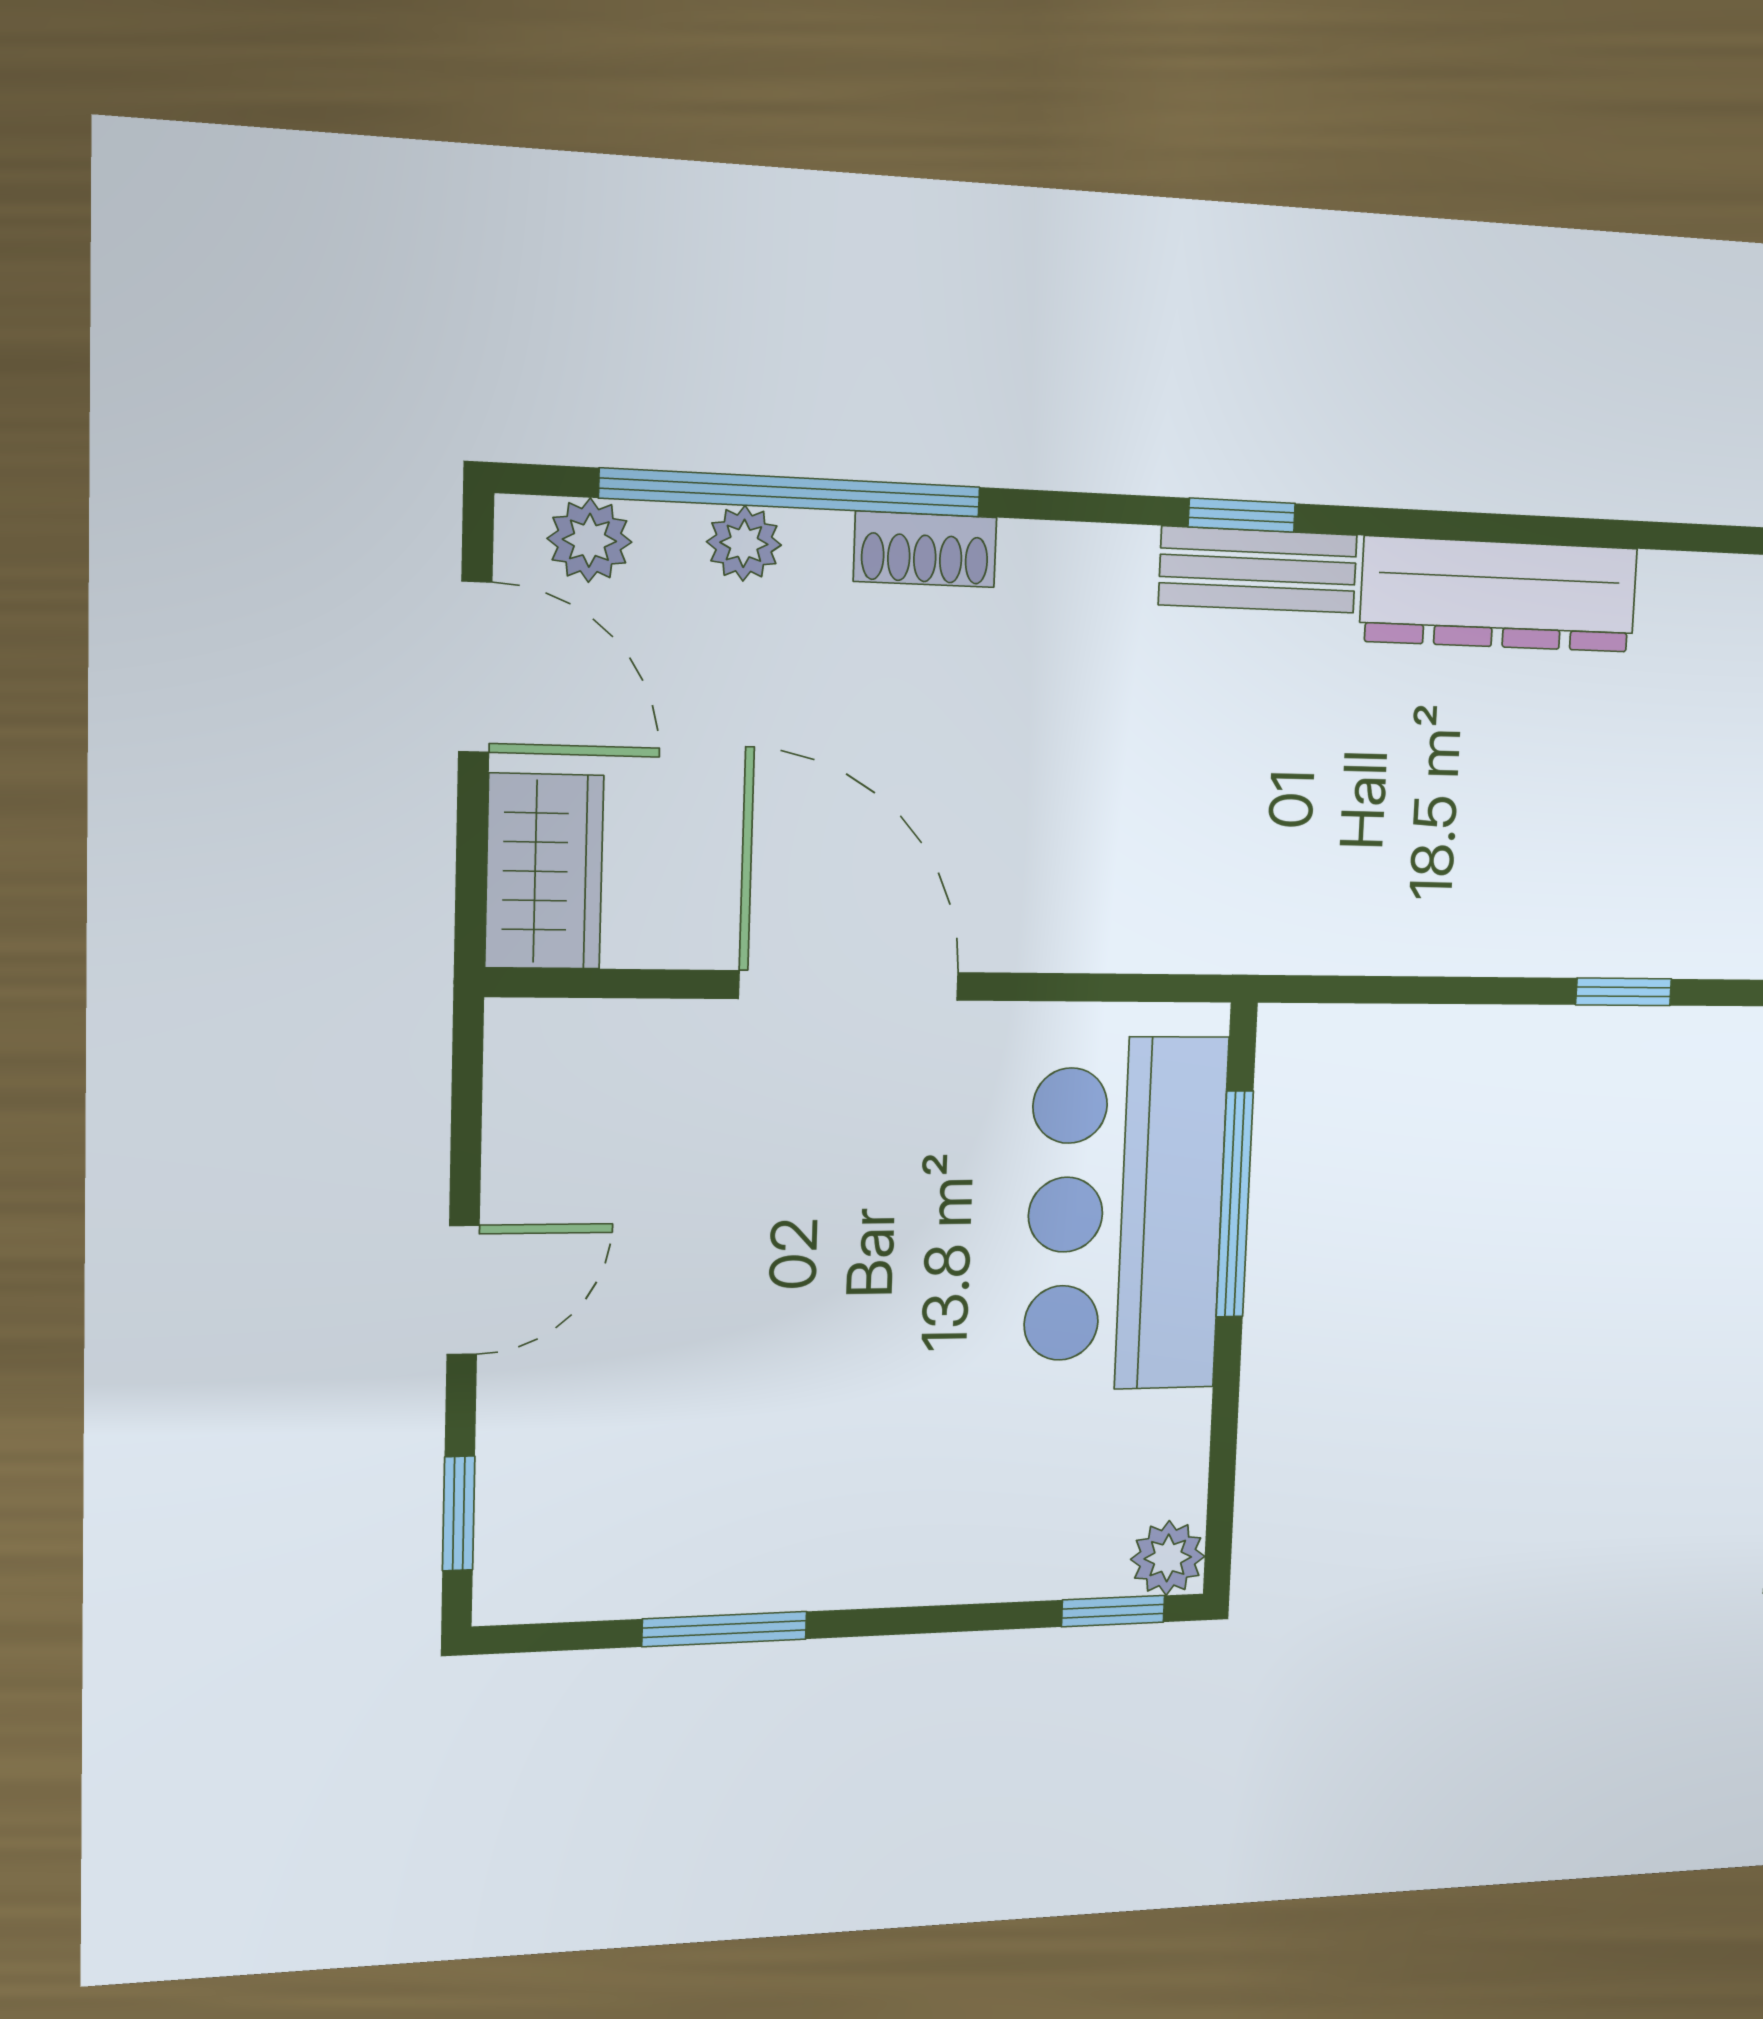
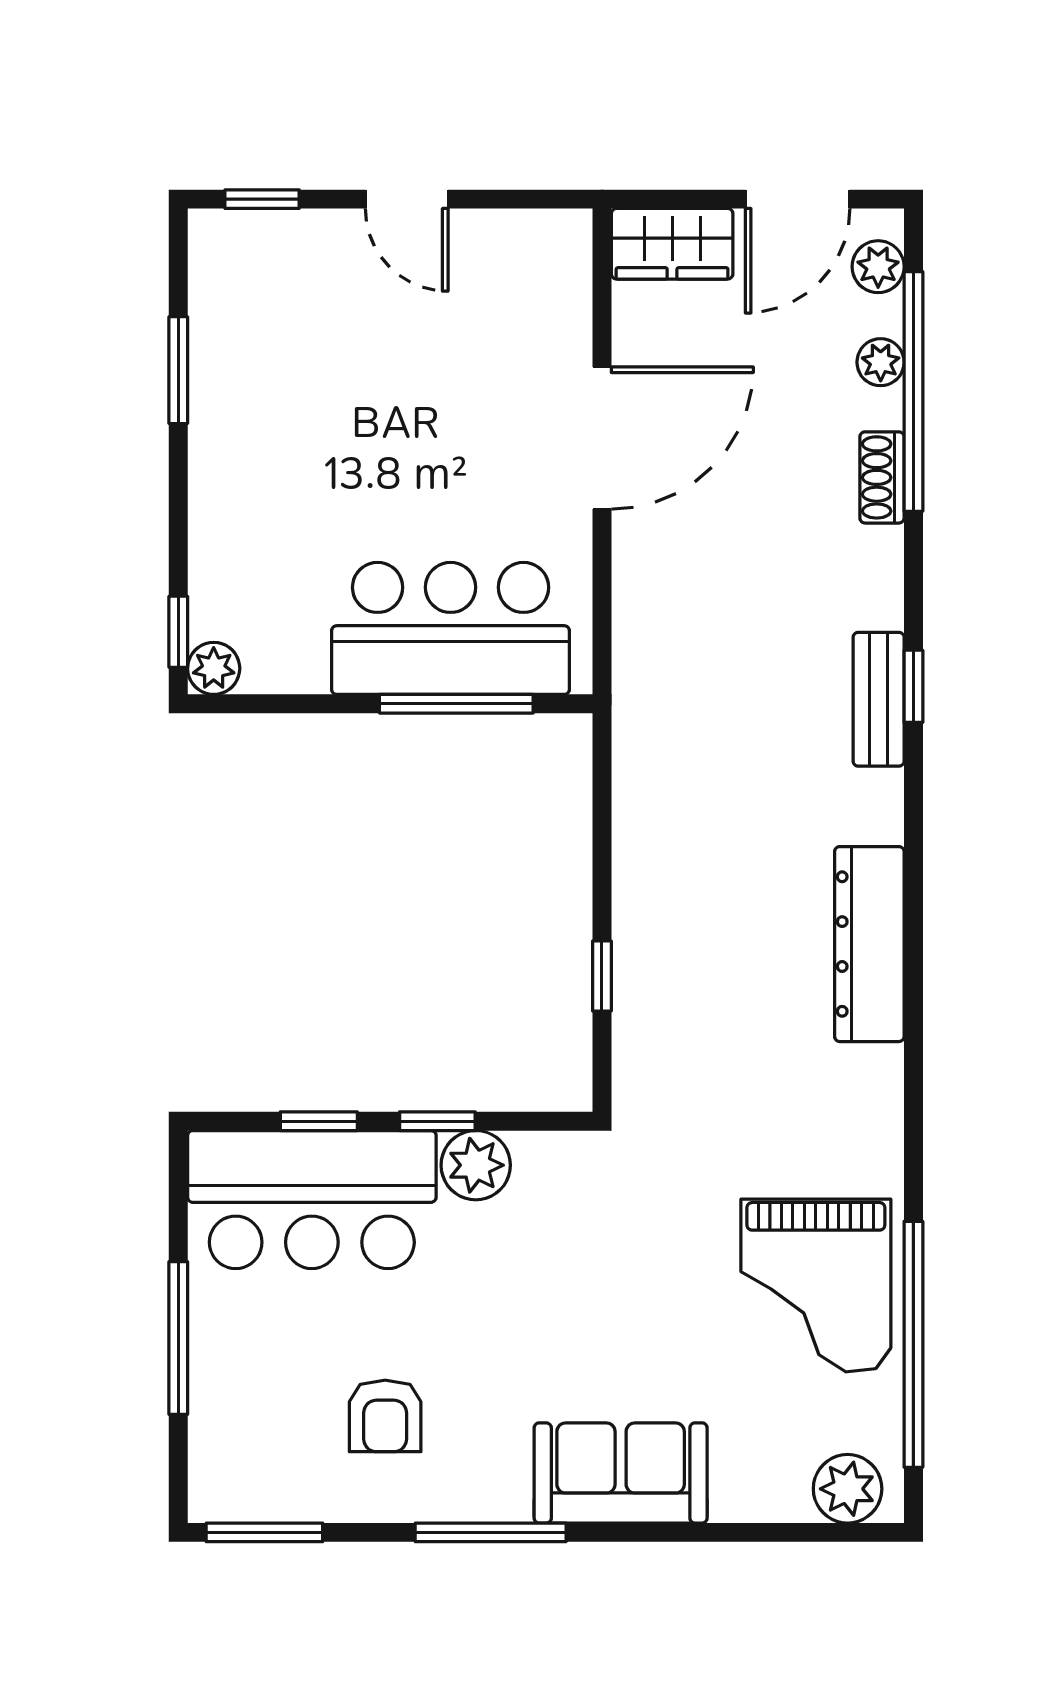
dresser: (1499, 595) -> (869, 944), moved

